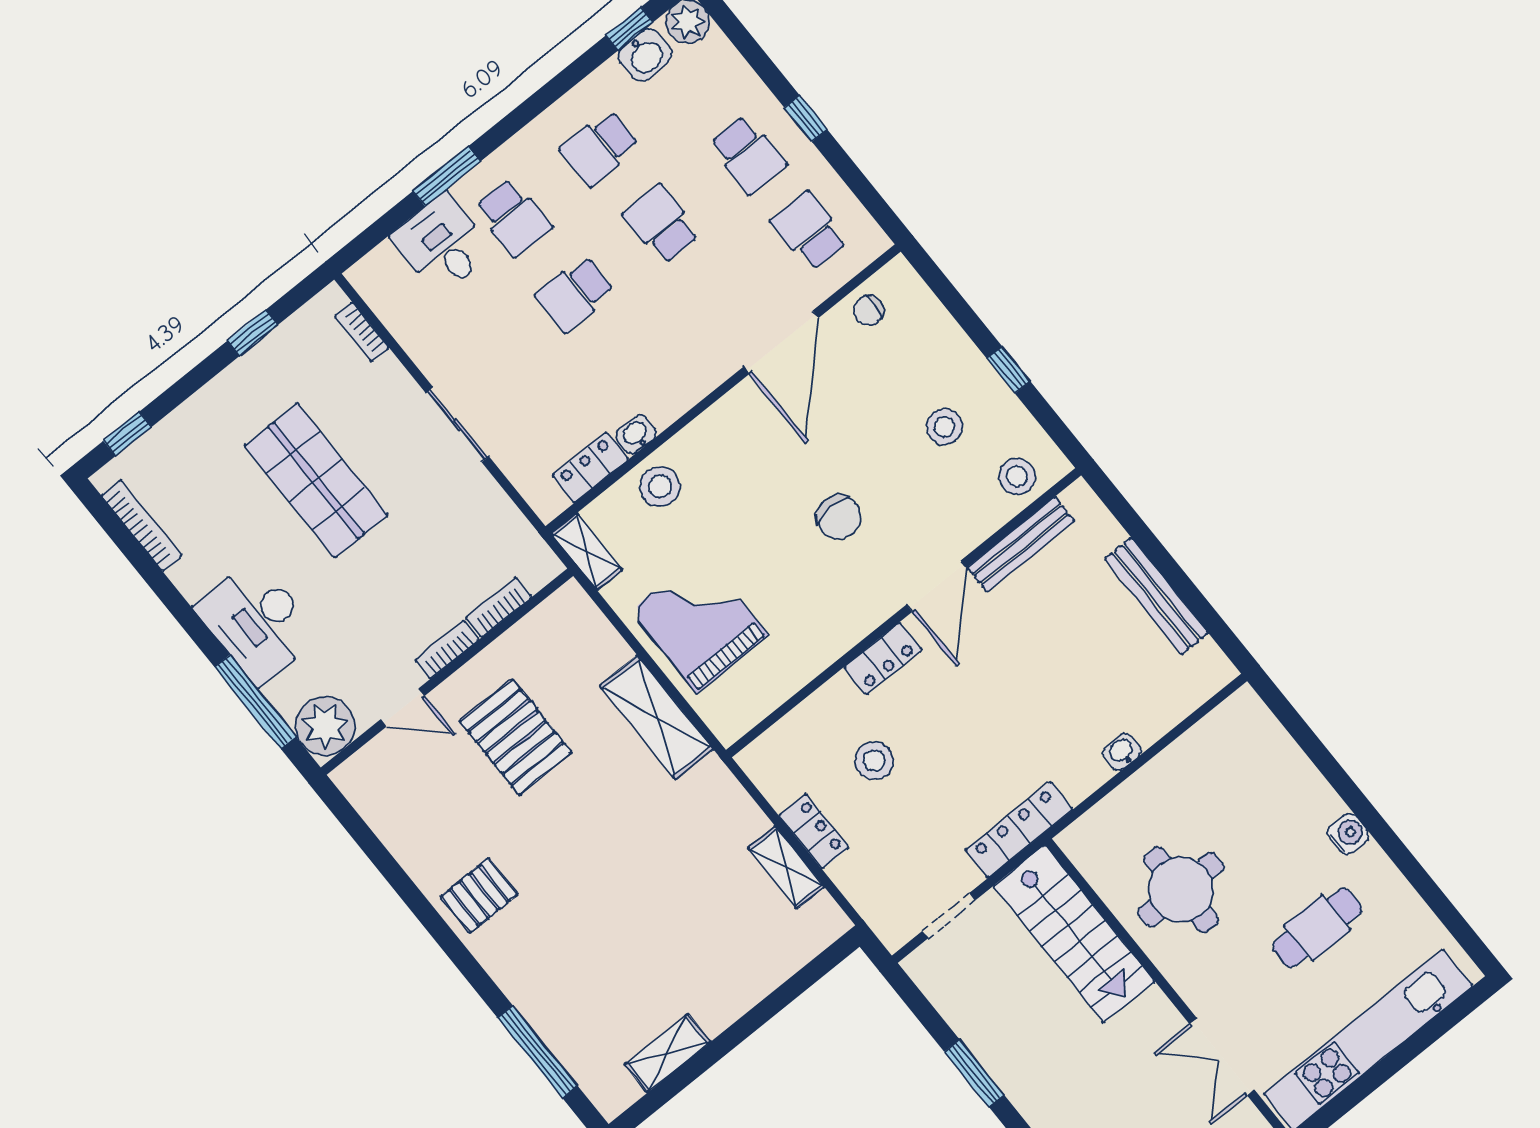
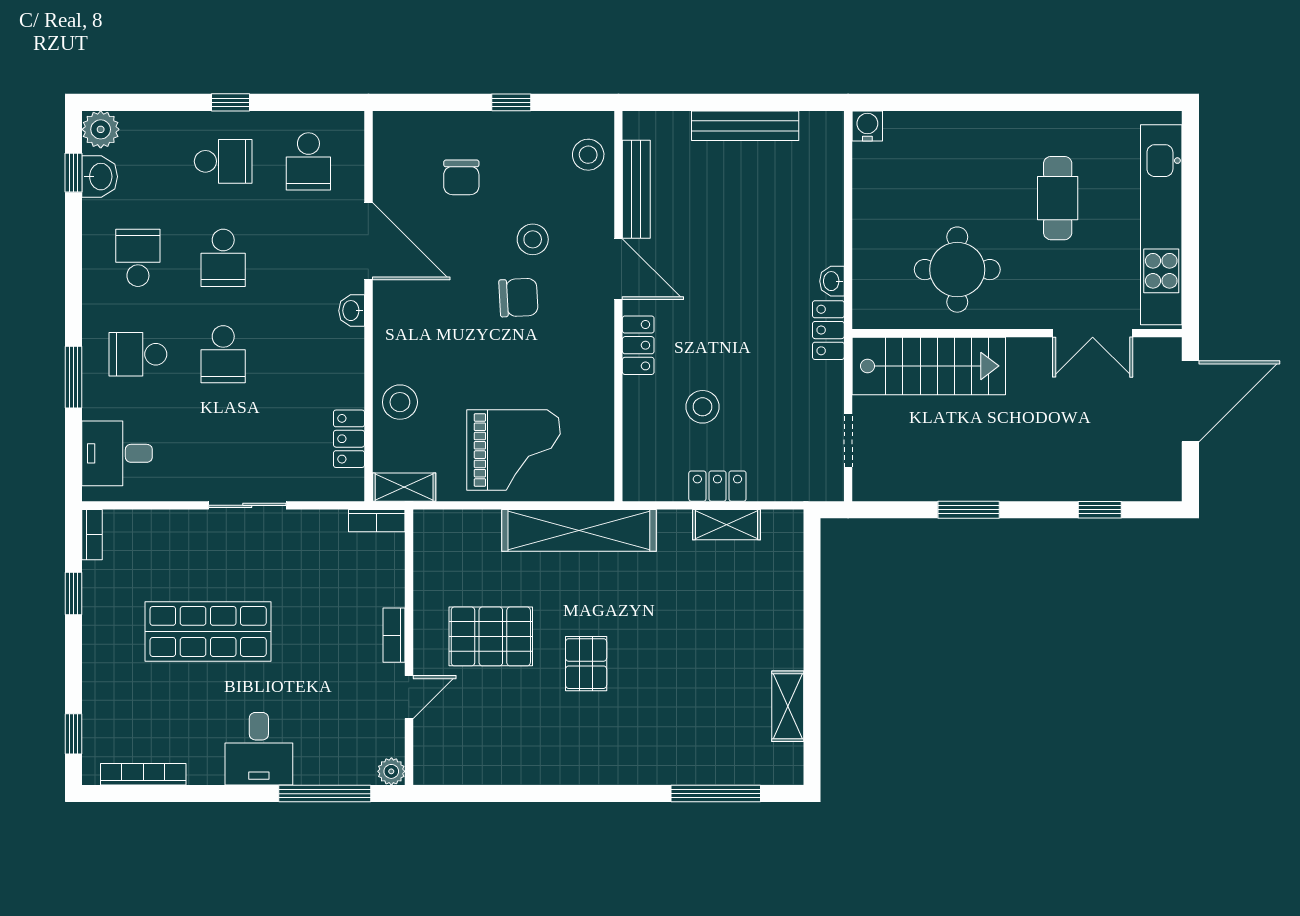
school desk: (600, 148) -> (138, 258), turned 180
school desk: (513, 218) -> (138, 354), turned 180
school desk: (661, 224) -> (223, 258), turned -90
school desk: (809, 231) -> (308, 161), turned -90
desk: (442, 244) -> (117, 453), moved
chair: (869, 311) -> (461, 177), moved, width x1.37, depth x1.37
bookcase: (362, 332) -> (92, 535), moved, turned -90
stool: (944, 427) -> (533, 239), moved
washbasin: (636, 434) -> (352, 311), moved
bookcase: (499, 607) -> (377, 521), moved, turned -90
desk: (257, 622) -> (259, 749), width x0.73
grand piano: (699, 623) -> (513, 450), turned 180
shelving: (656, 717) -> (579, 530), width x1.47
plant: (325, 726) -> (391, 771), width x0.53, depth x0.53
washbasin: (1122, 752) -> (832, 281), moved
locker: (1019, 830) -> (828, 330), width x0.66
water cooler: (1348, 834) -> (867, 126), moved
pallet: (479, 895) -> (586, 664), moved

